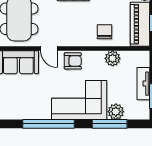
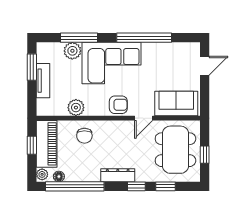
door: (49, 48) -> (144, 118), swing flipped
armchair: (73, 61) -> (118, 105), turned 180

